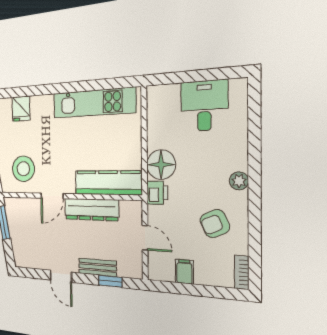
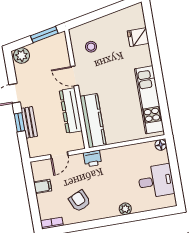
floor lamp: (161, 165) -> (161, 145), moved, width x0.53, depth x0.53
stool: (23, 169) -> (91, 47), width x0.53, depth x0.53
plant: (239, 181) -> (125, 209), moved
plant: (21, 256) -> (22, 56), added
window: (110, 281) -> (19, 122), moved

